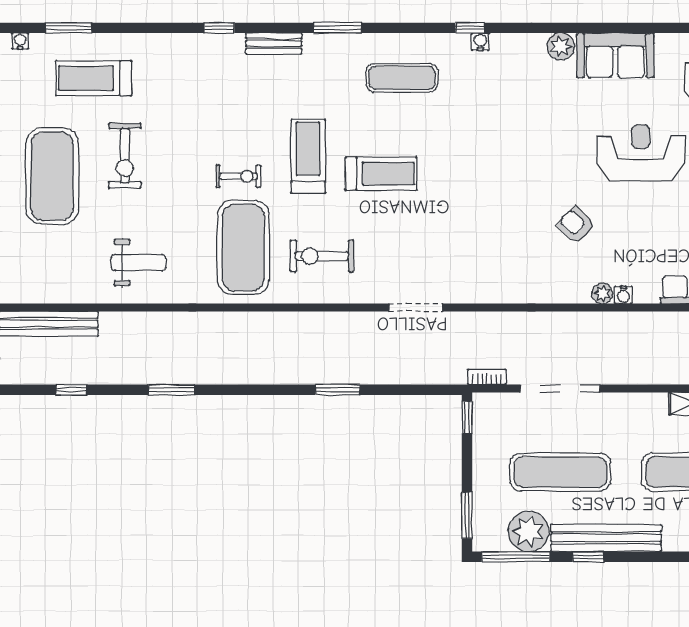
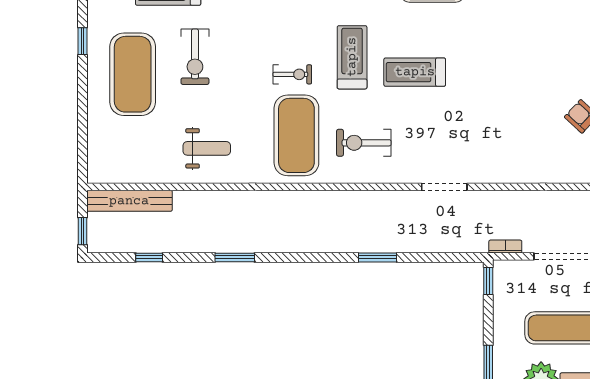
treadmill: (381, 174) -> (415, 72), turned 180

